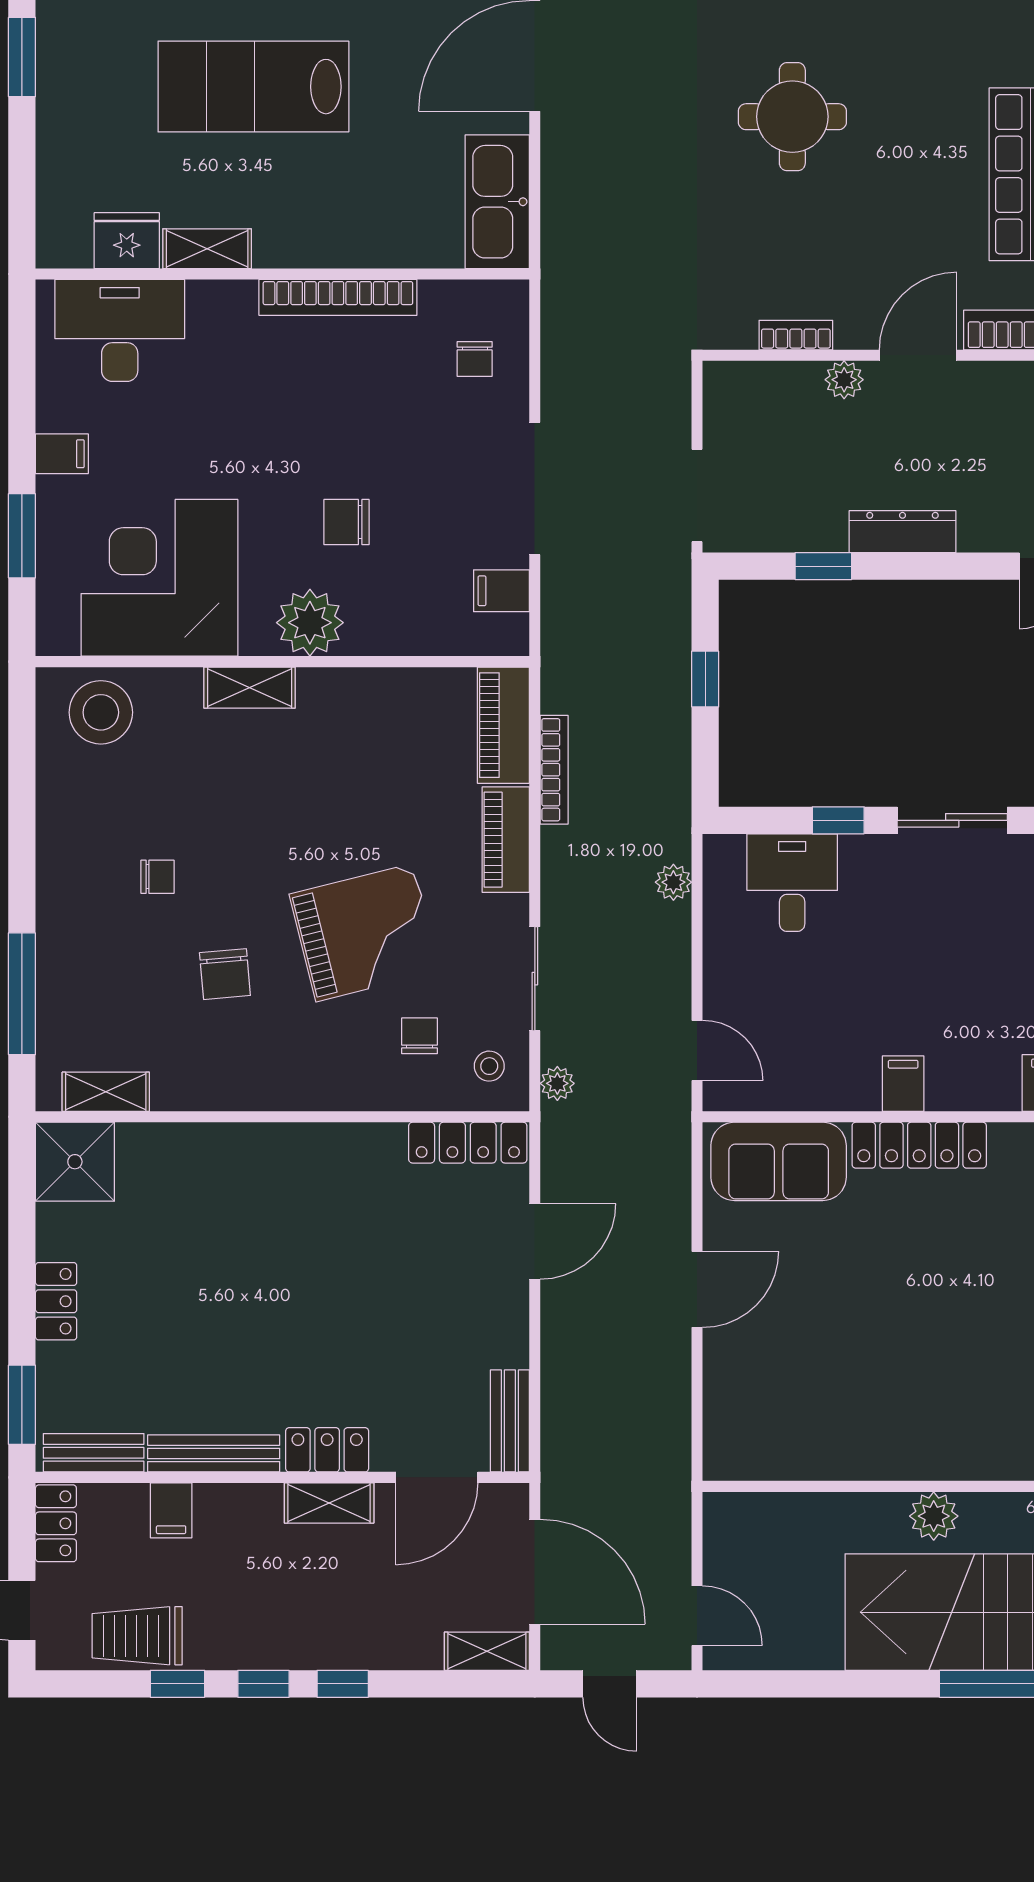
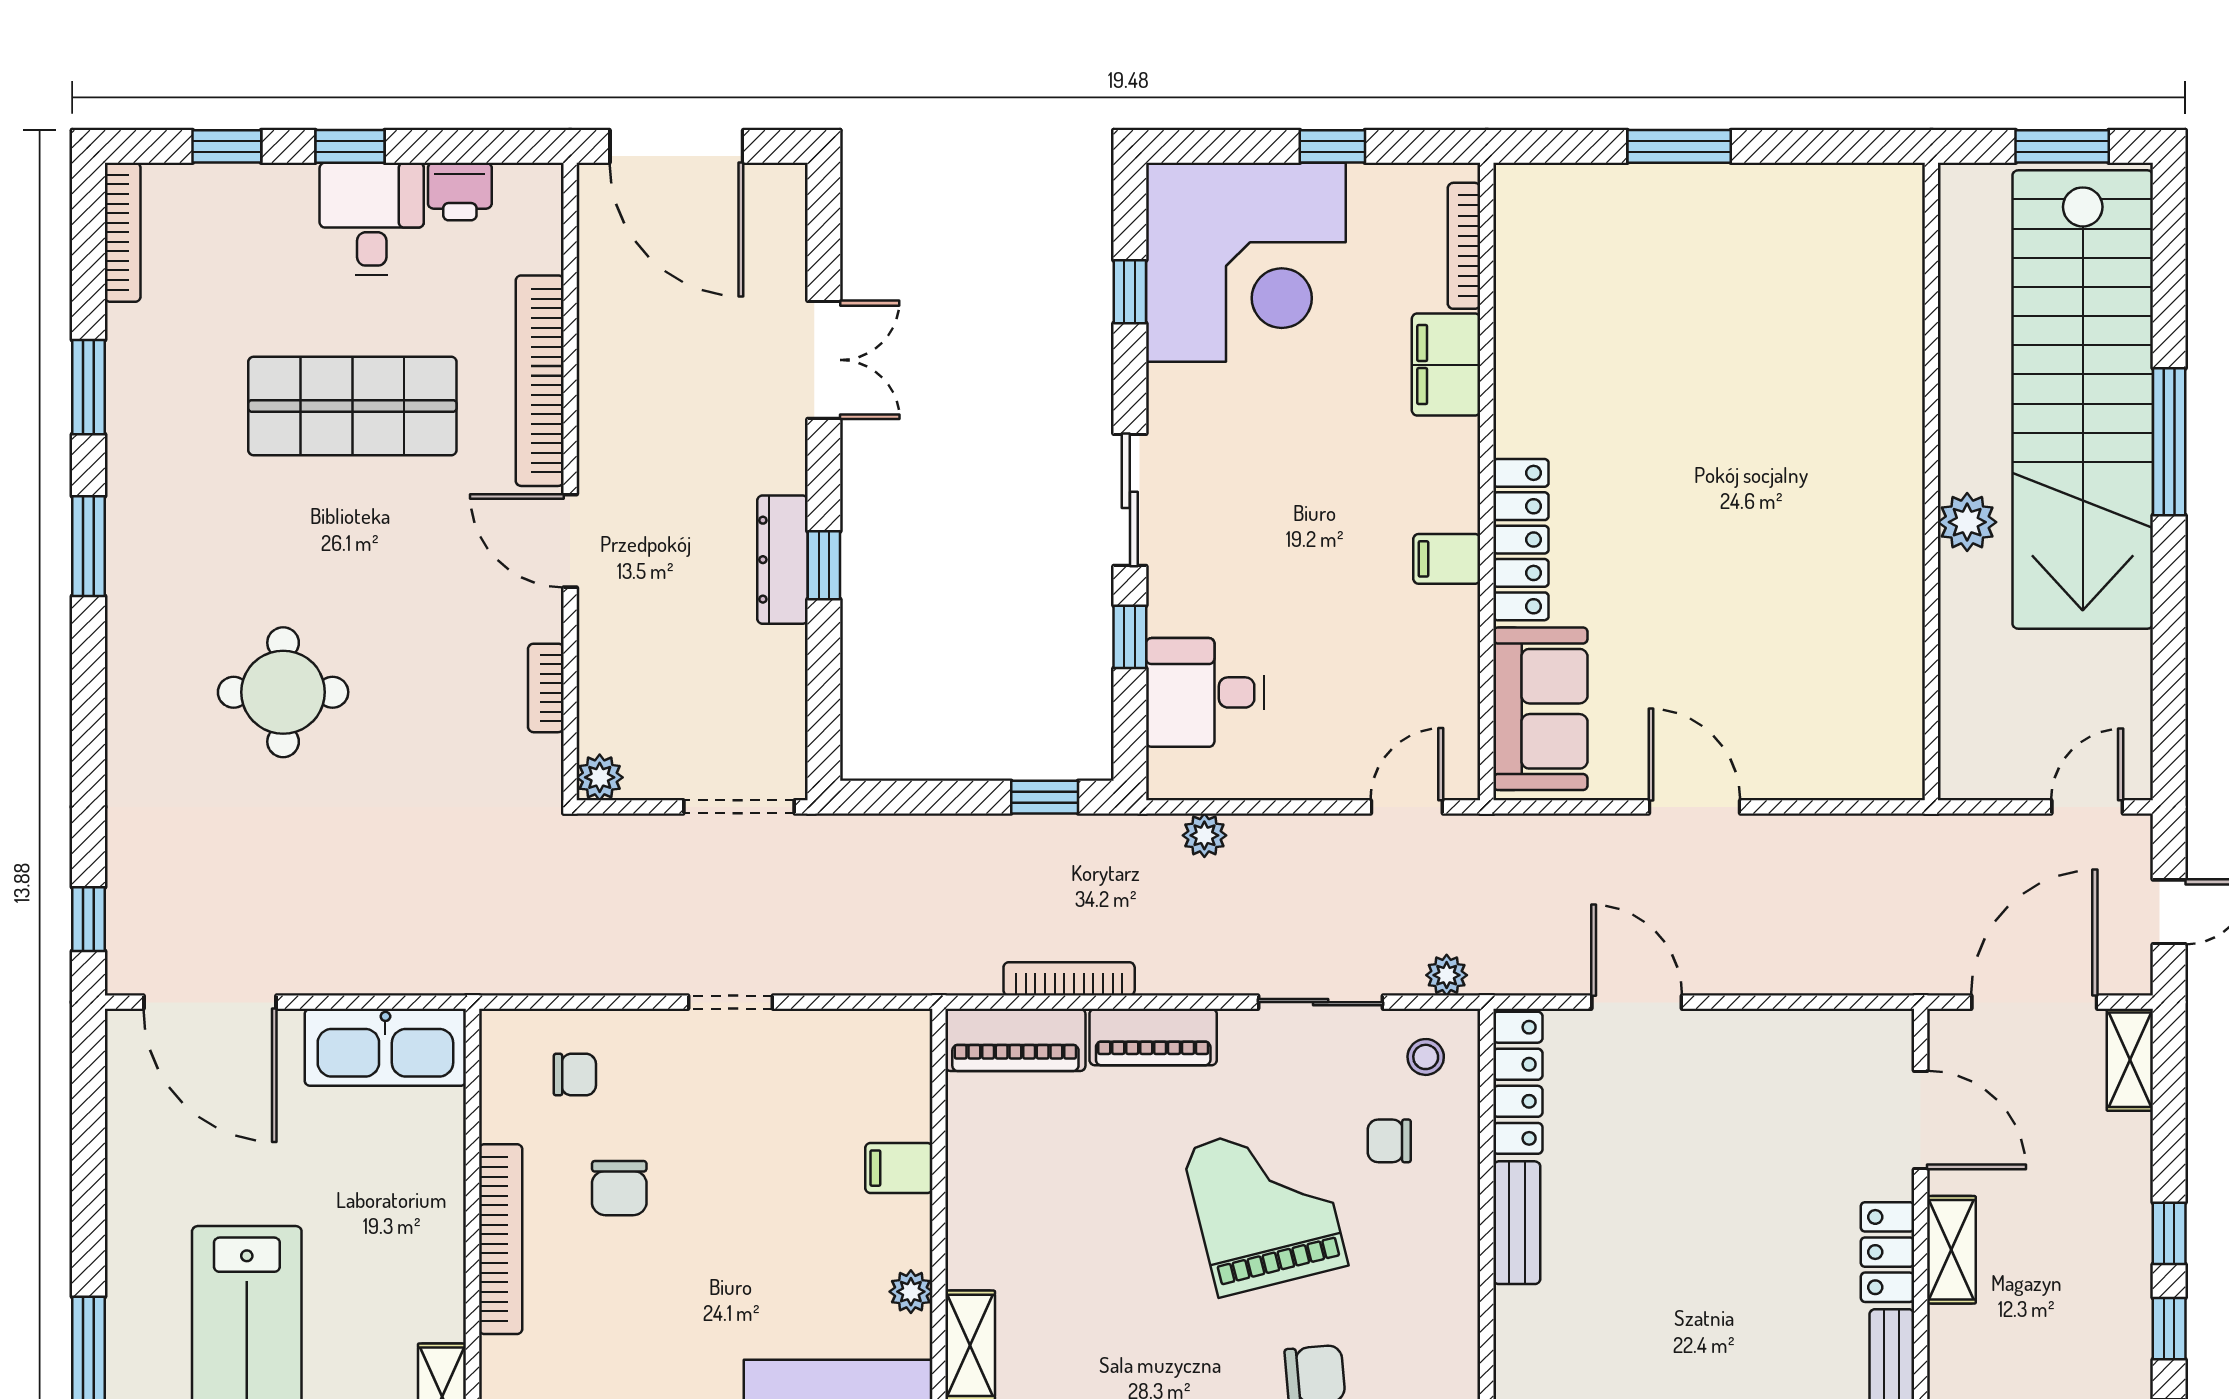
plant: (844, 380) -> (600, 777), moved
doorway: (535, 488) -> (731, 1002), width x0.53
chair: (347, 522) -> (619, 1188), moved
window: (823, 566) -> (824, 565), moved
filing cabinet: (501, 591) -> (899, 1168), moved, turned 90
plant: (310, 623) -> (911, 1292), width x0.53, depth x0.53
window: (705, 679) -> (1045, 797), moved
bench: (510, 1421) -> (1517, 1223), moved, turned 90

